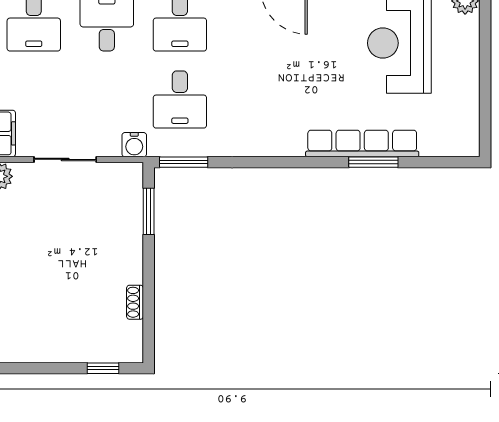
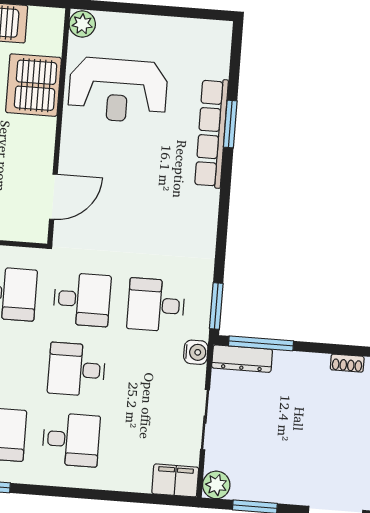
desk: (180, 99) -> (156, 305), turned 180
dresser: (131, 193) -> (242, 359), added
window: (149, 211) -> (261, 343), width x1.44

